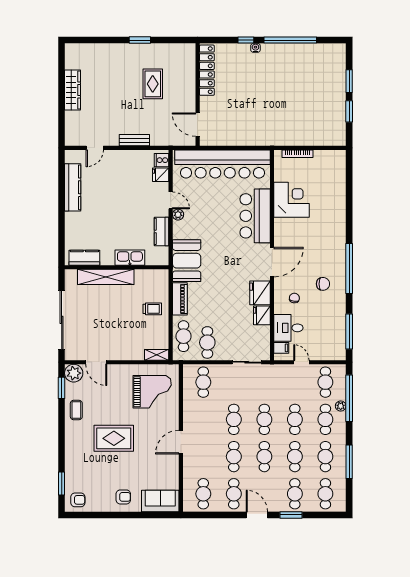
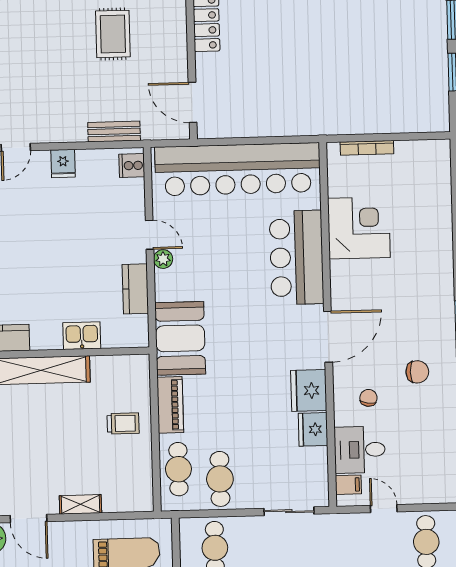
bench: (134, 140) -> (114, 131), moved
fridge: (161, 175) -> (63, 164), moved, turned -90
kitchen sink: (130, 258) -> (82, 336), width x0.73
shelving: (157, 355) -> (80, 504), moved

